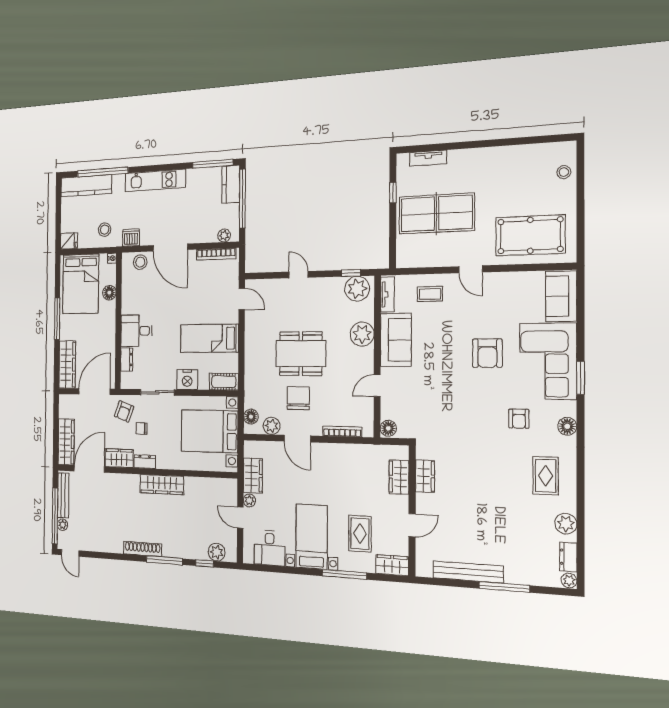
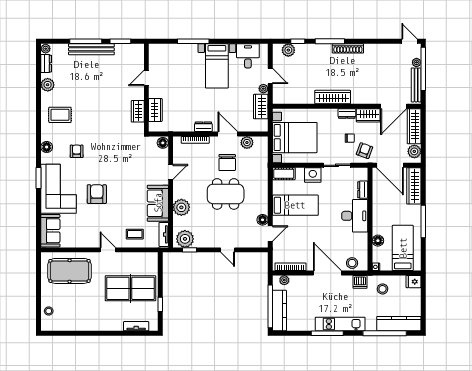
window: (213, 164) -> (327, 333), moved
kitchen counter: (231, 184) -> (279, 311), width x1.50
bed: (81, 284) -> (403, 248), width x0.67
door: (242, 299) -> (270, 233), swing flipped
desk: (136, 331) -> (355, 216), width x1.37
door: (94, 392) -> (390, 165), hinge flipped
plant: (66, 409) -> (414, 151), added
floor lamp: (251, 417) -> (263, 220), moved
dresser: (331, 450) -> (203, 127), added
rug: (546, 476) -> (60, 115), turned 90
rug: (360, 534) -> (182, 70), removed
wardrobe: (392, 565) -> (160, 50), removed
bench: (468, 572) -> (91, 49), moved
window: (451, 583) -> (120, 41), added

